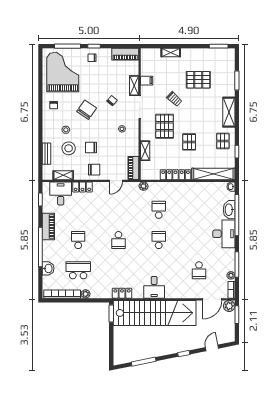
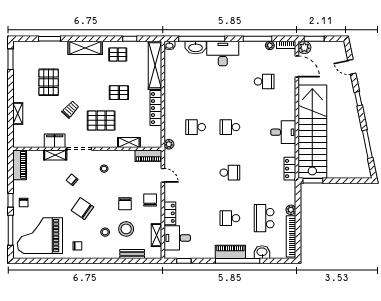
filing cabinet: (147, 81) -> (55, 141), width x2.00
piano: (48, 226) -> (230, 252), moved

